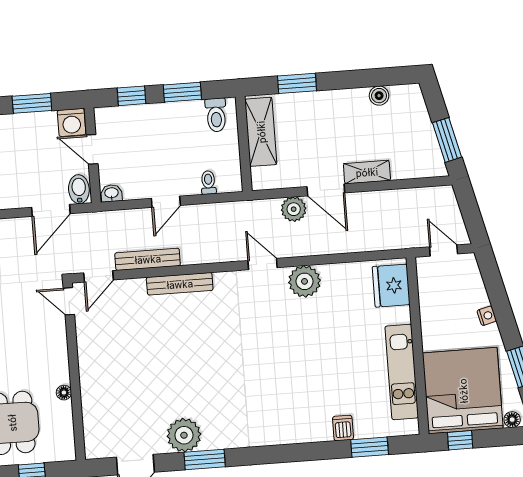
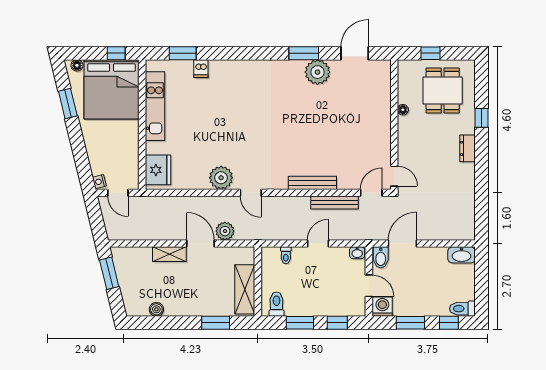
nightstand: (487, 316) -> (99, 182), moved

